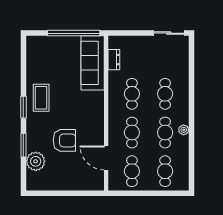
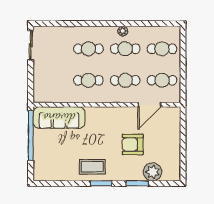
dresser: (114, 60) -> (56, 97), removed
armchair: (64, 140) -> (133, 144), turned -90

